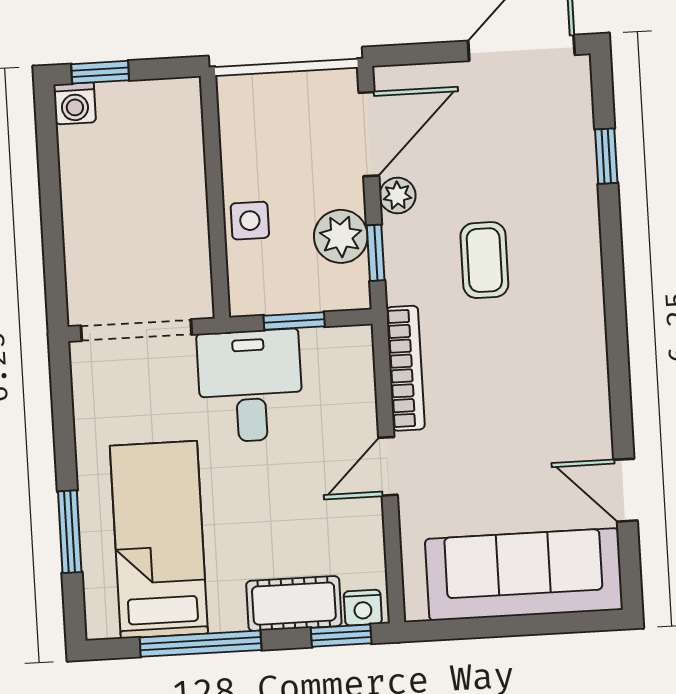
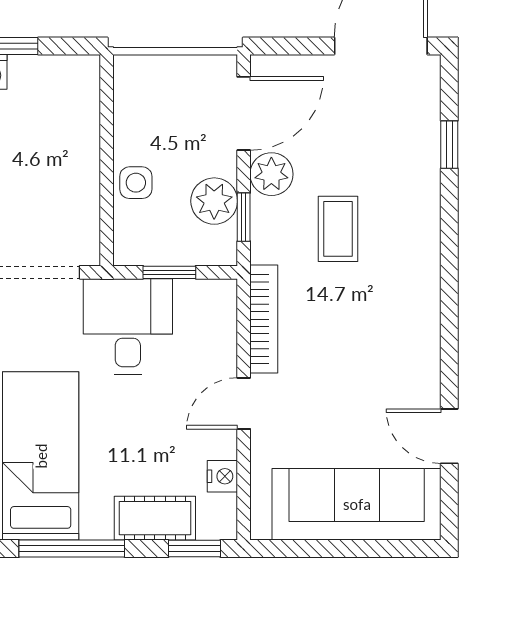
plant: (397, 195) -> (271, 174), width x1.38, depth x1.38
nightstand: (363, 608) -> (222, 476), moved, turned -90

